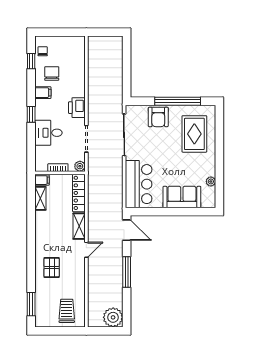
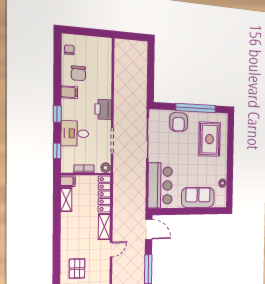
window: (31, 61) -> (57, 151), moved
chair: (52, 73) -> (78, 73), turned 180

